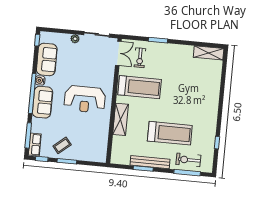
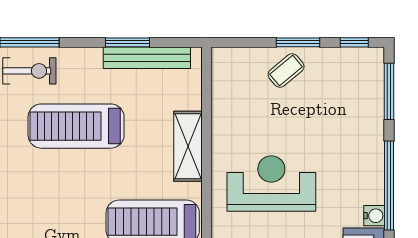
sofa: (43, 102) -> (364, 168), removed
row of seats: (35, 145) -> (373, 73), removed
coffee table: (62, 145) -> (286, 70), moved
bench: (150, 162) -> (147, 58), moved

